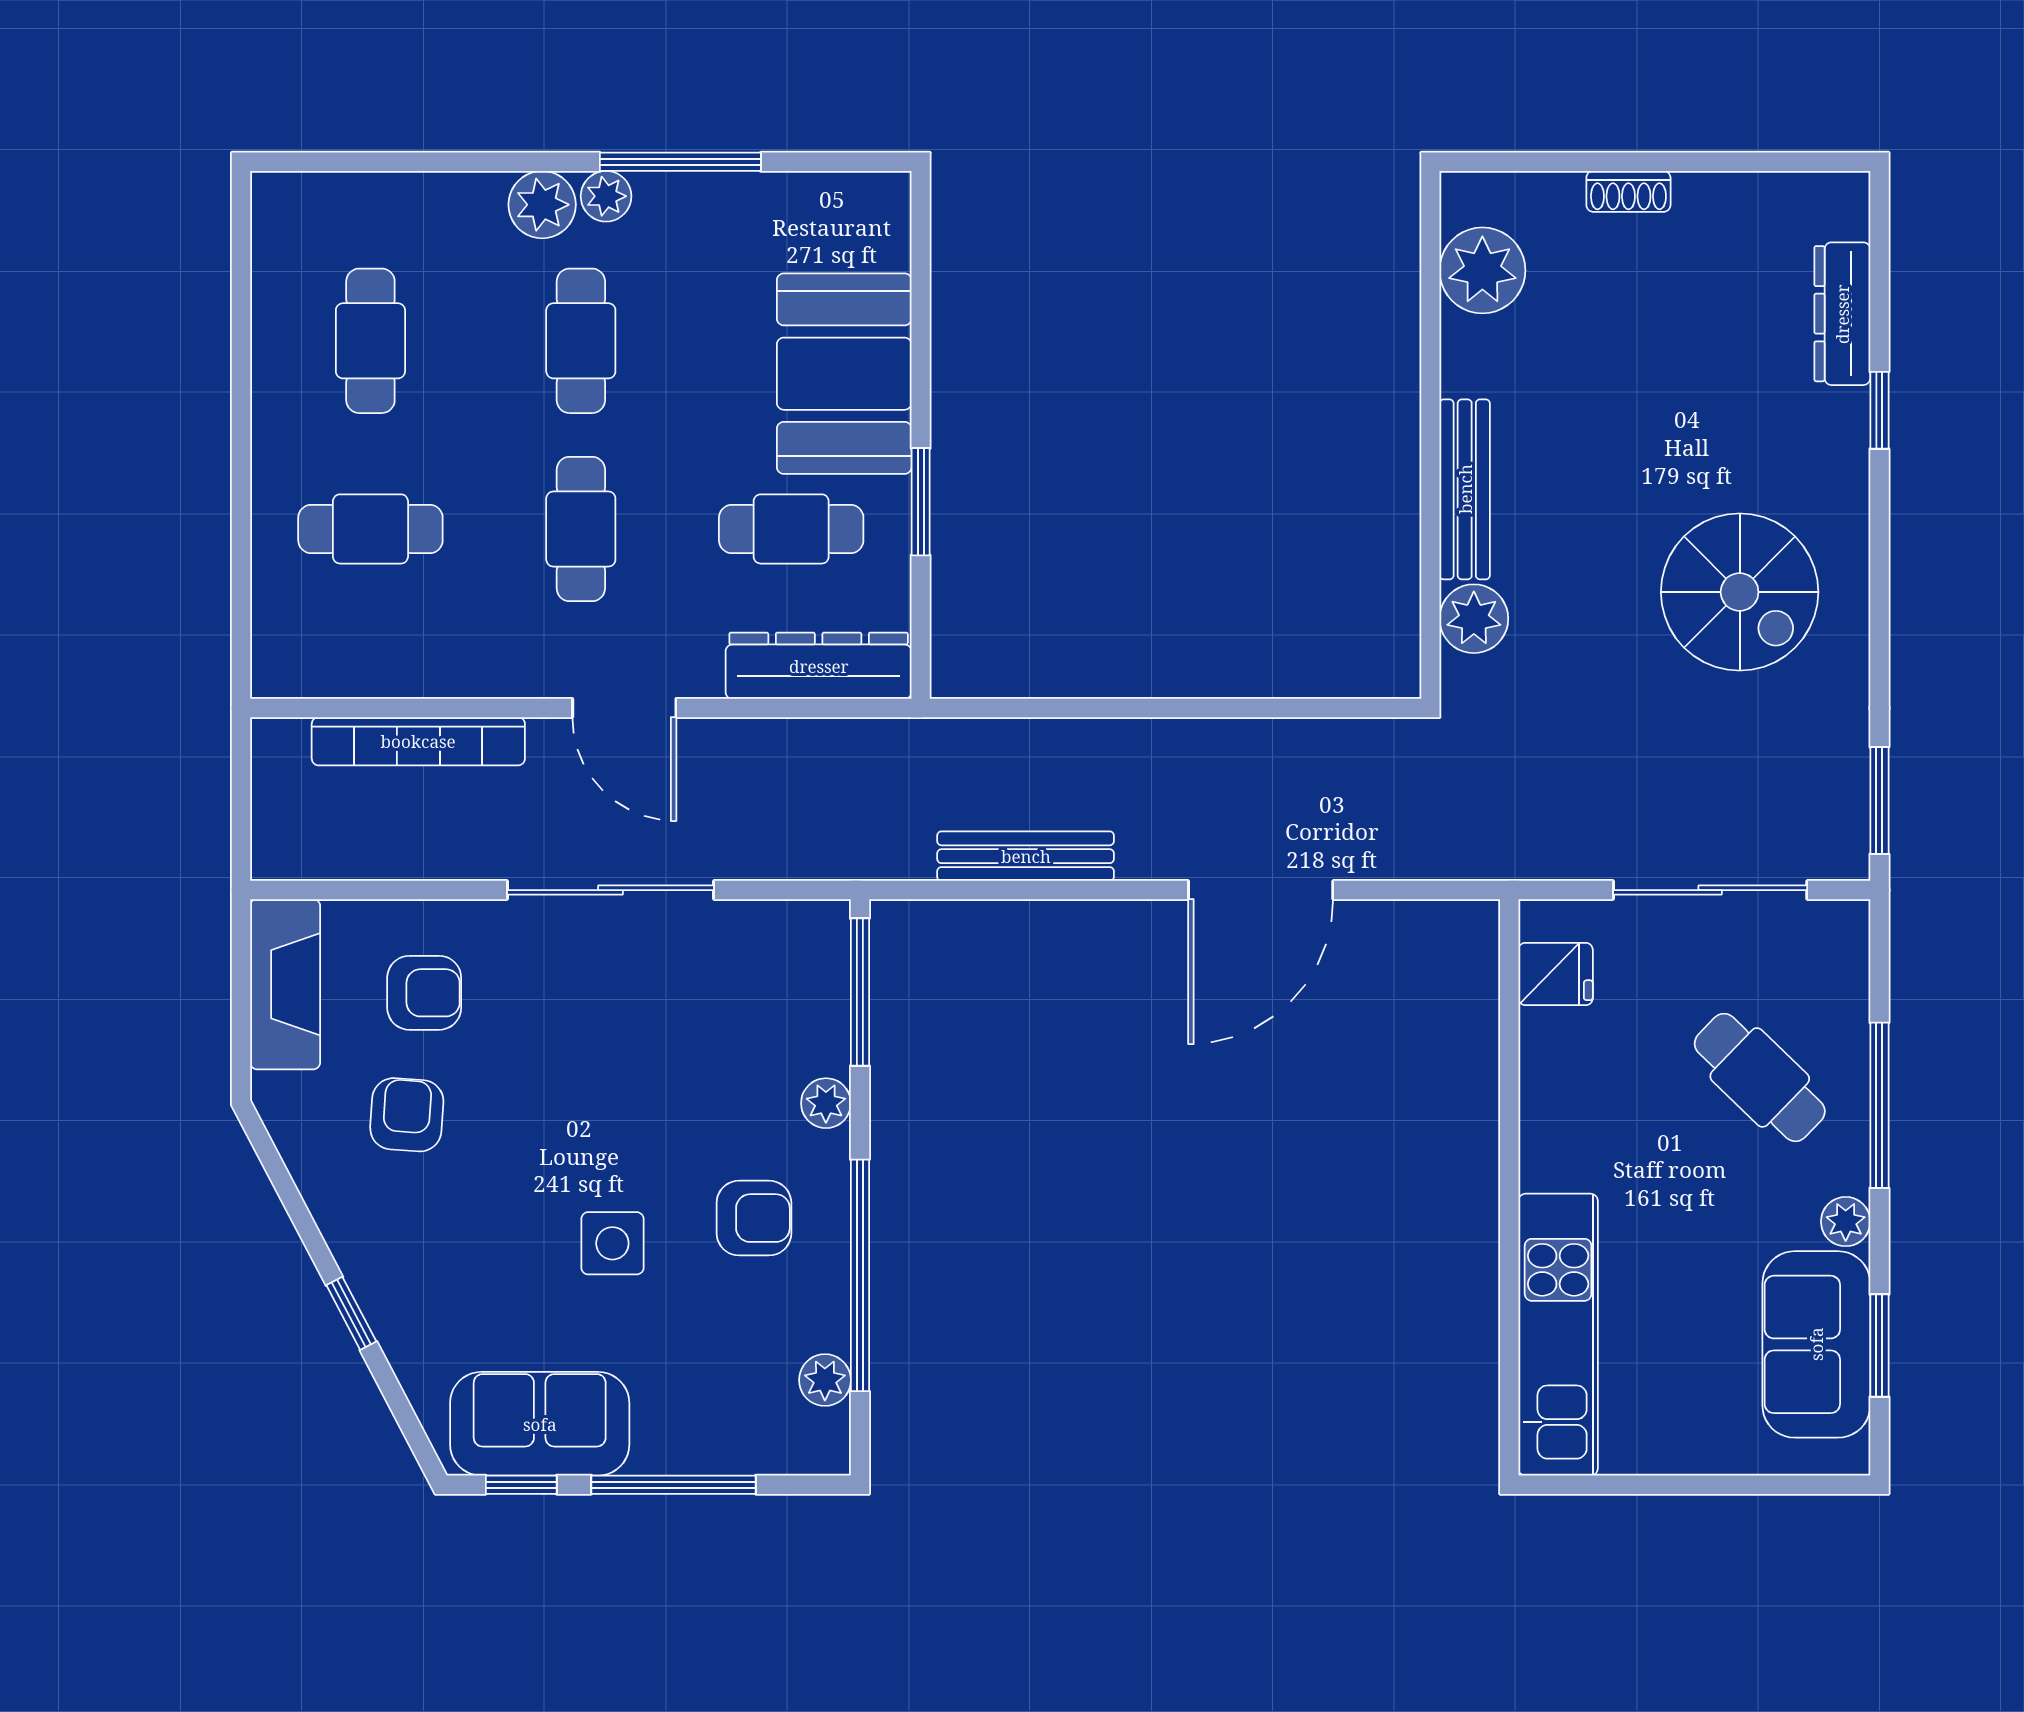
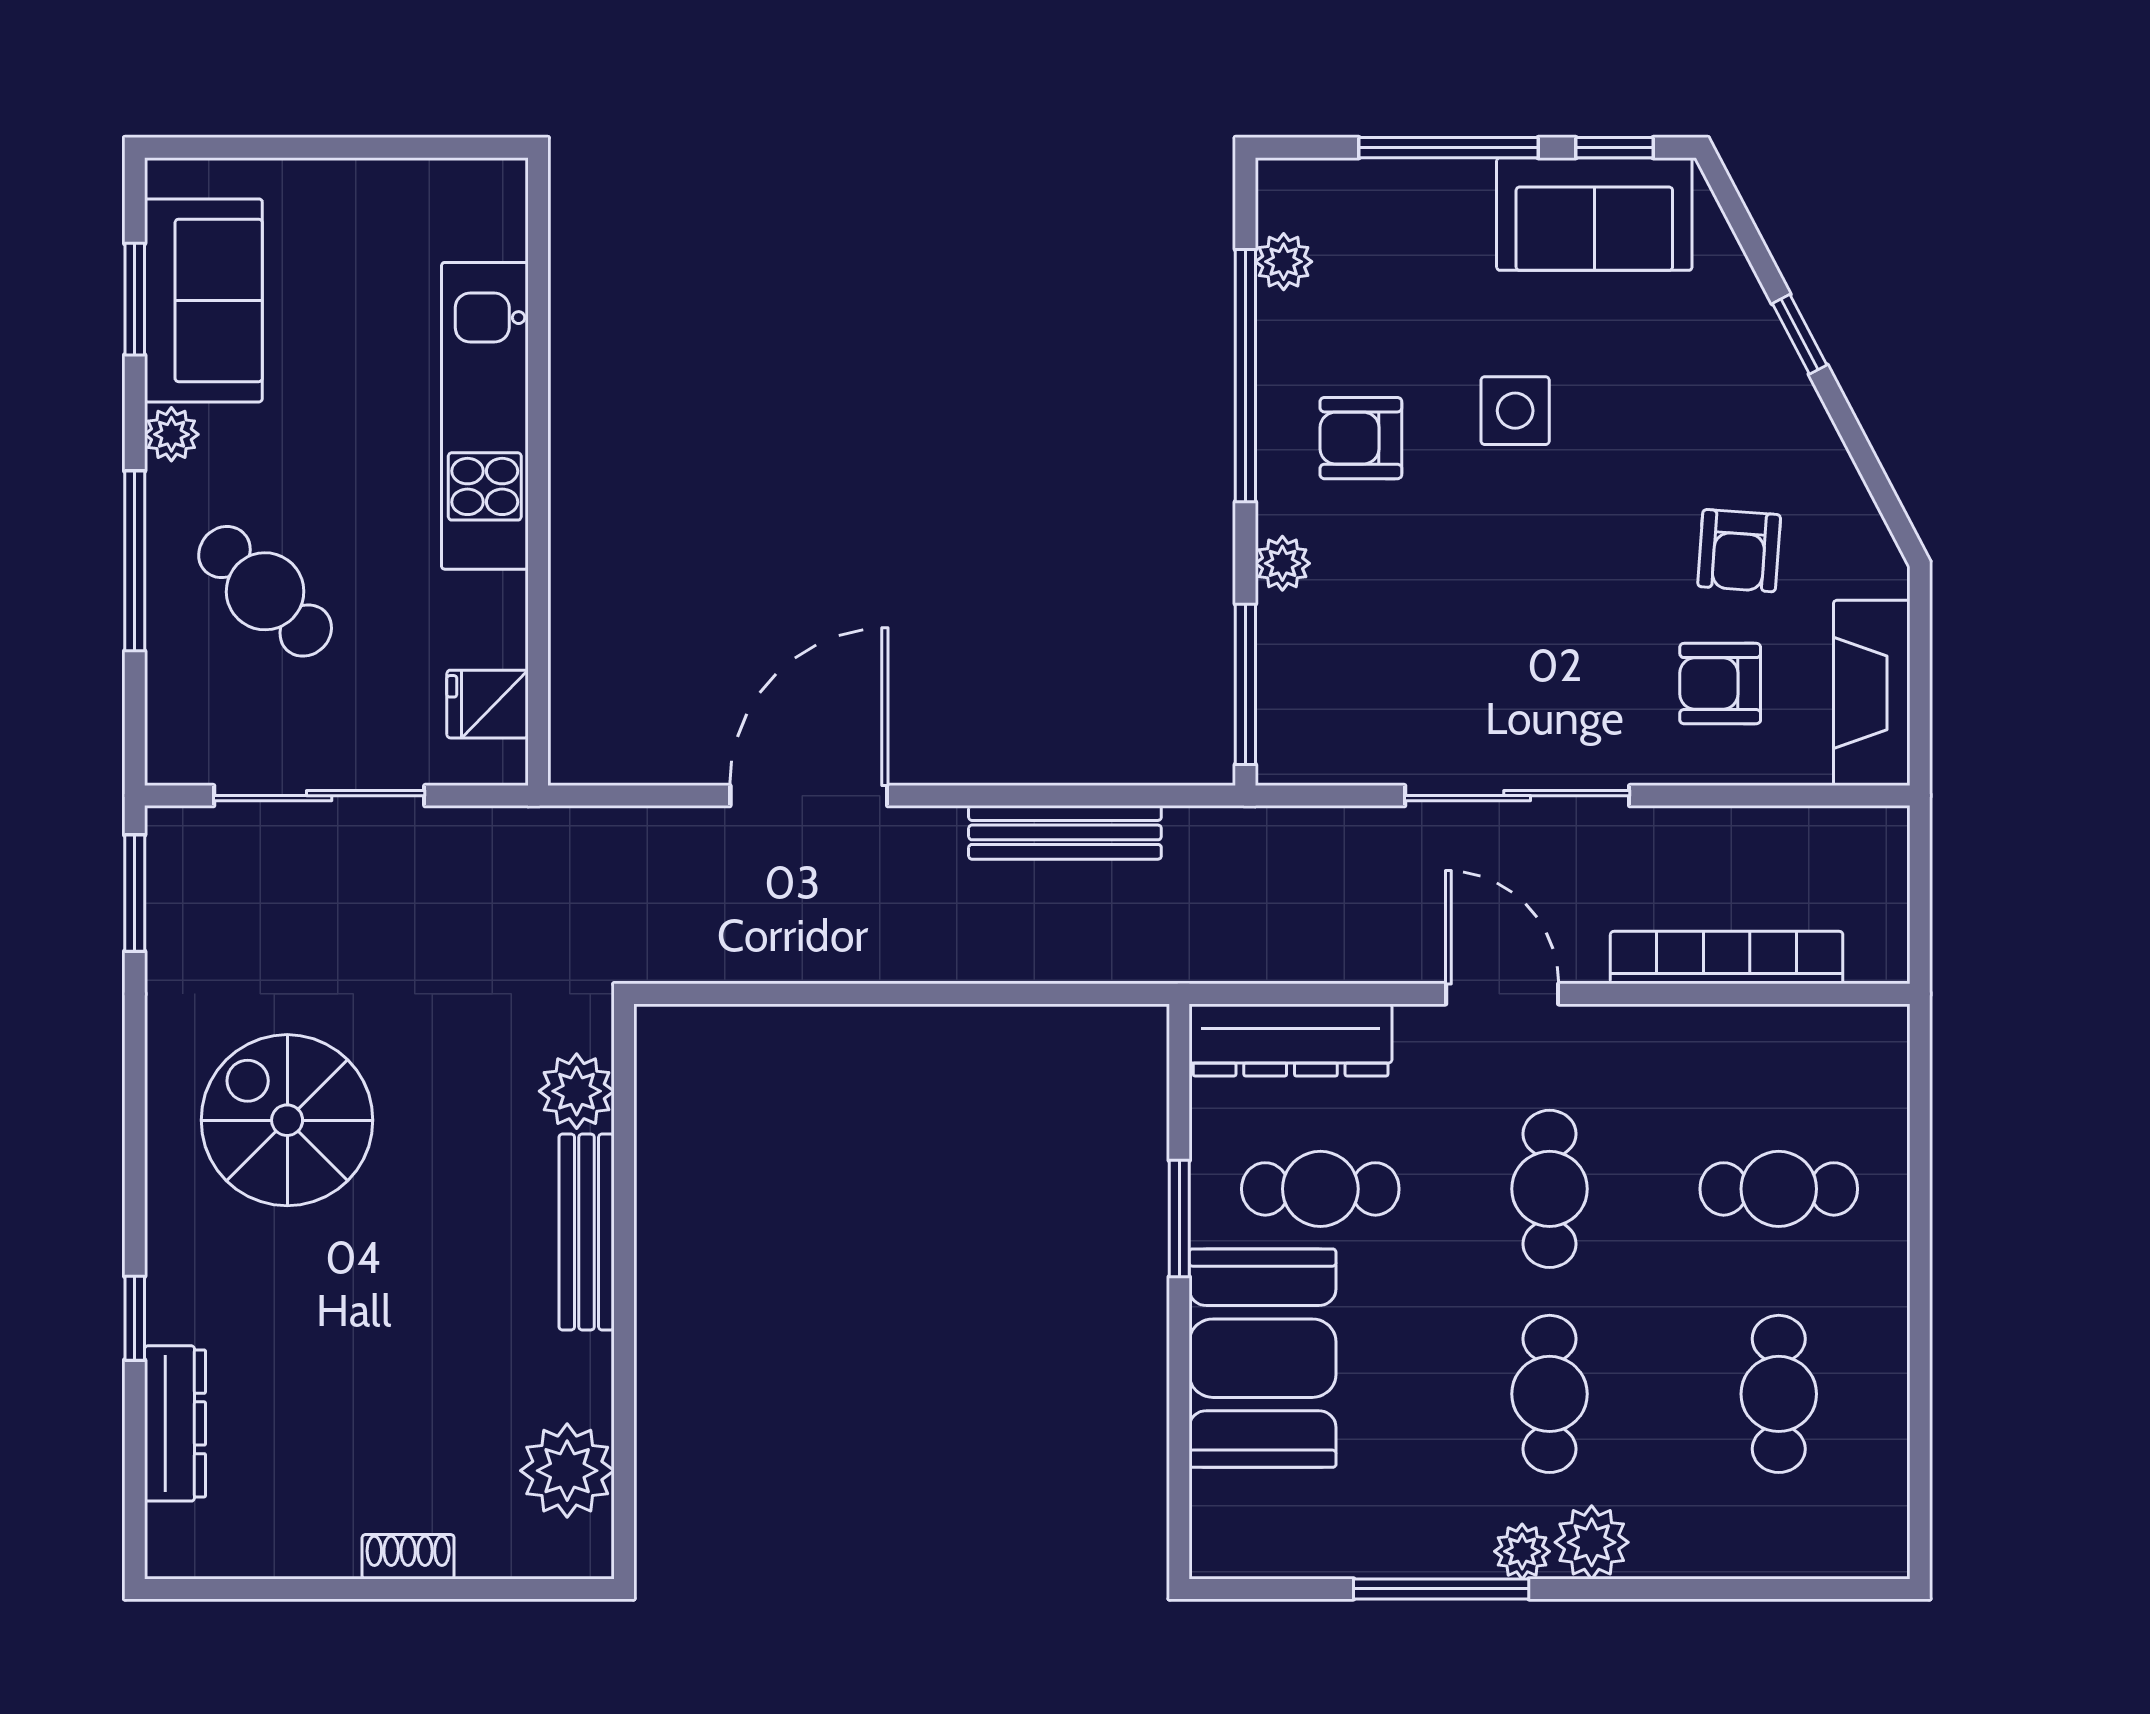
kitchen unit: (1558, 1335) -> (485, 416), moved

